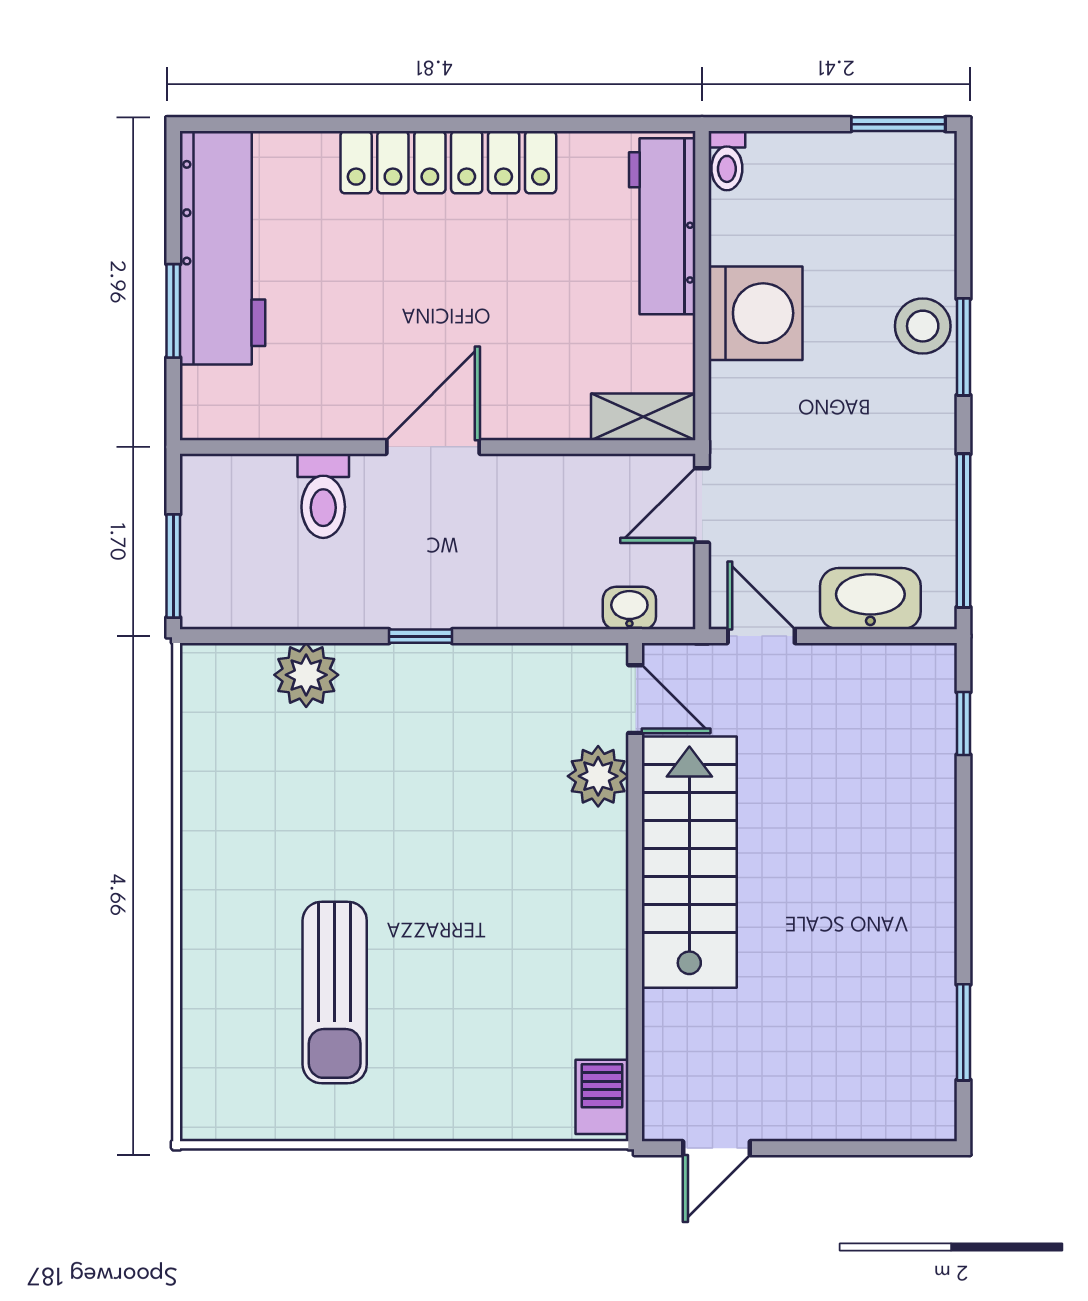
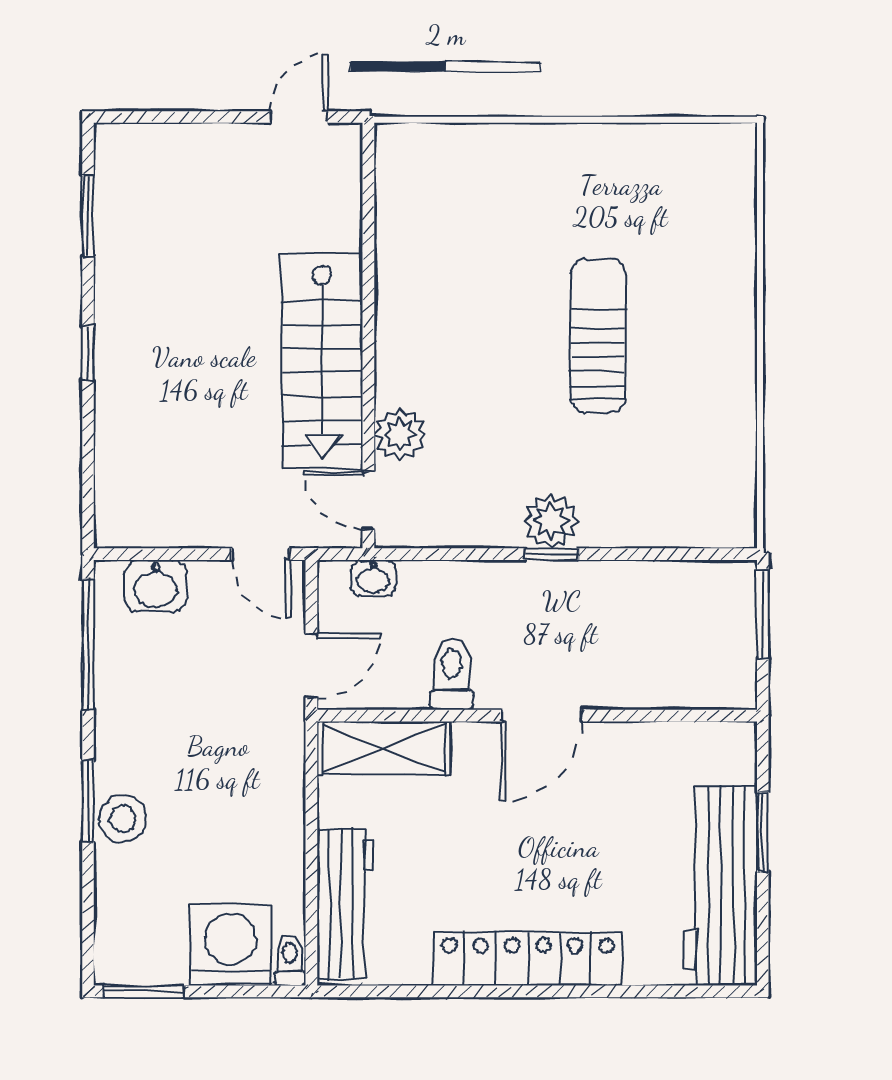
washing machine: (756, 313) -> (231, 946), moved, turned 90
shelving: (643, 417) -> (384, 748), width x1.50, depth x1.33
toilet: (323, 496) -> (452, 674), moved
washbasin: (870, 599) -> (156, 586), width x0.72
plant: (306, 675) -> (551, 521), moved
window: (963, 723) -> (88, 353), moved
sun lounger: (335, 993) -> (598, 336), moved
barbecue: (602, 1097) -> (397, 161), removed

